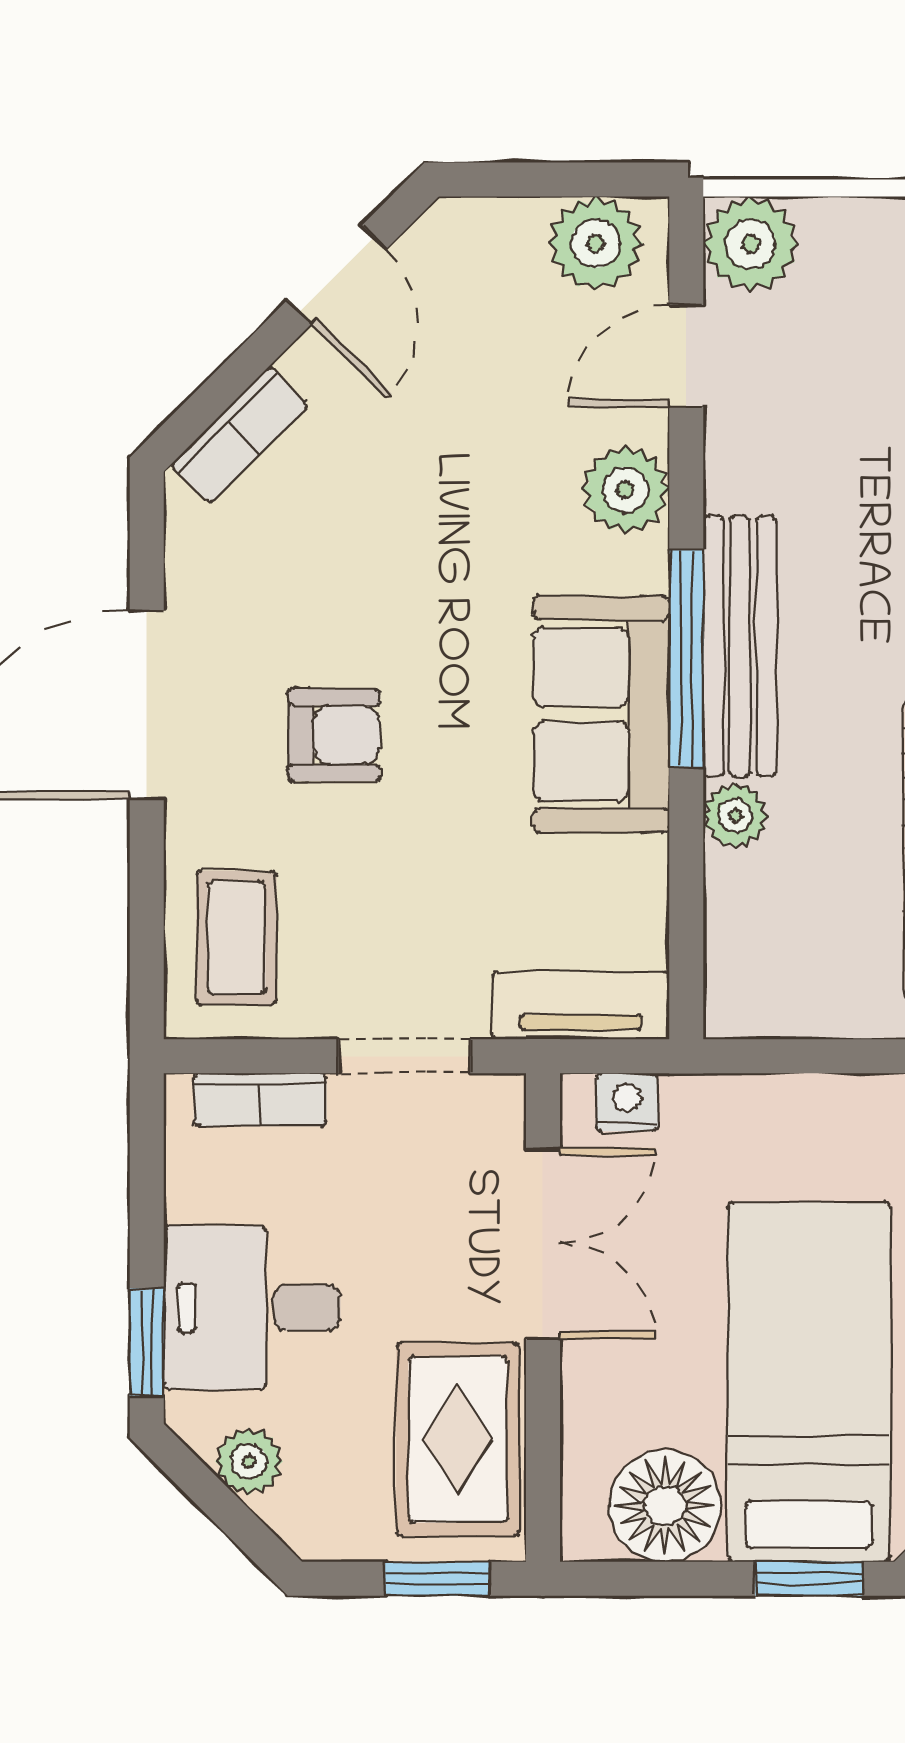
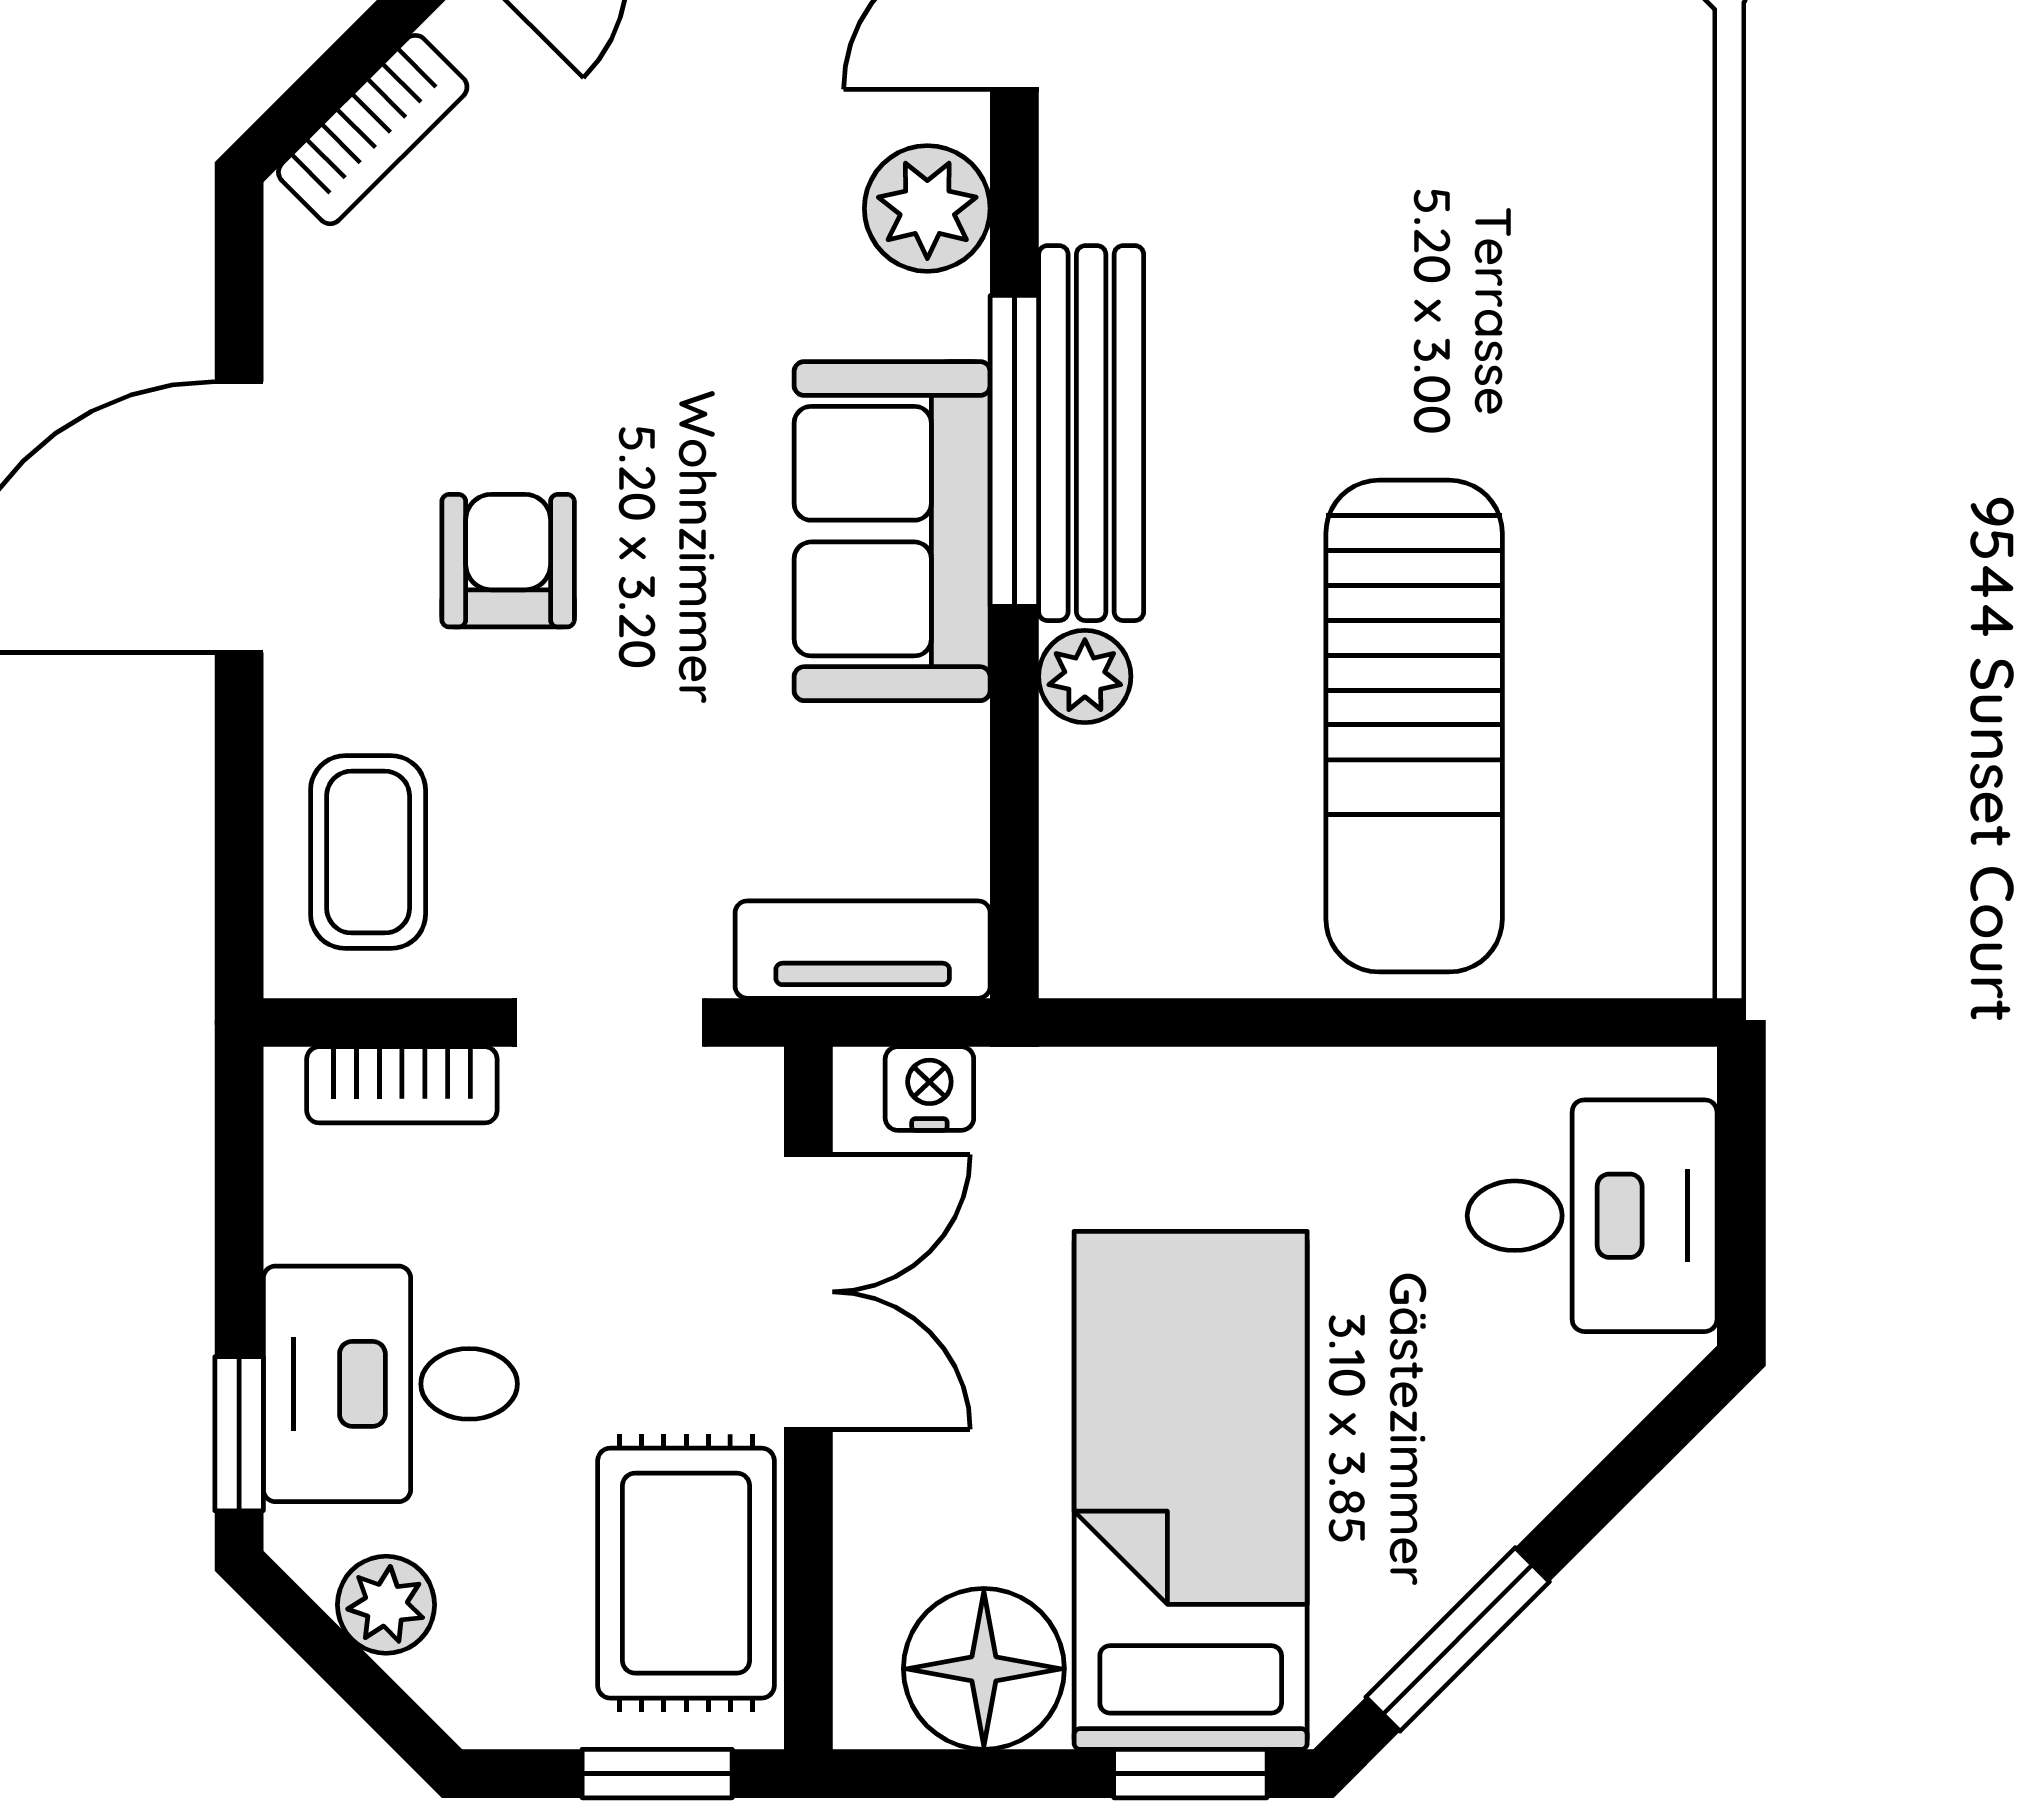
armchair: (334, 735) -> (508, 561), turned -90

